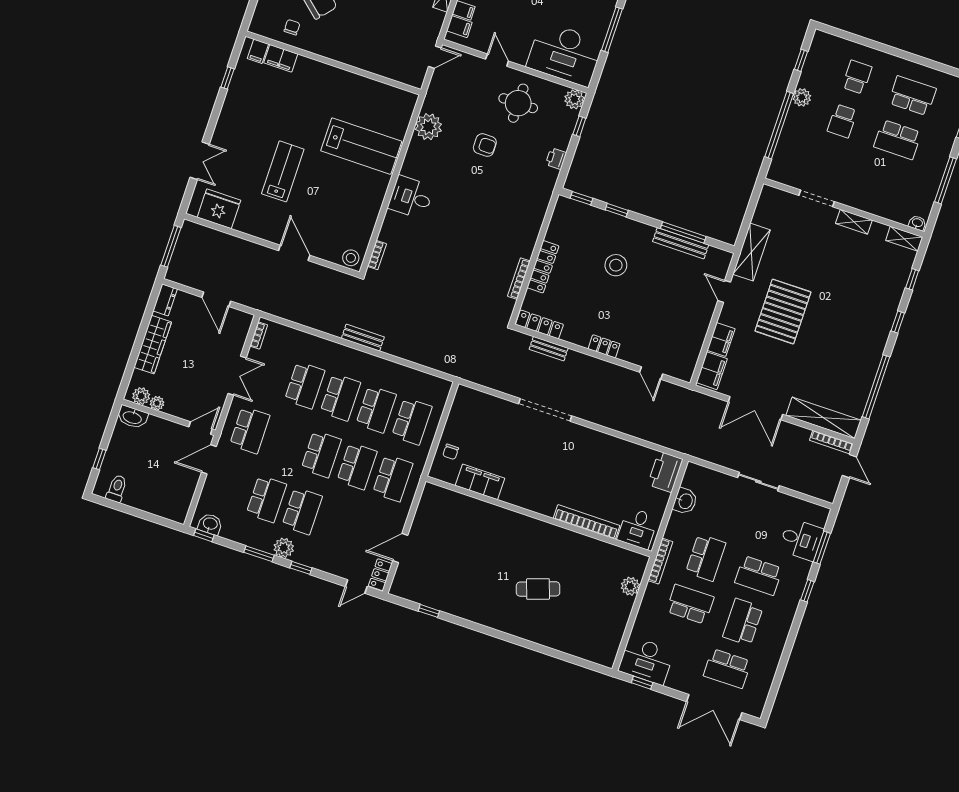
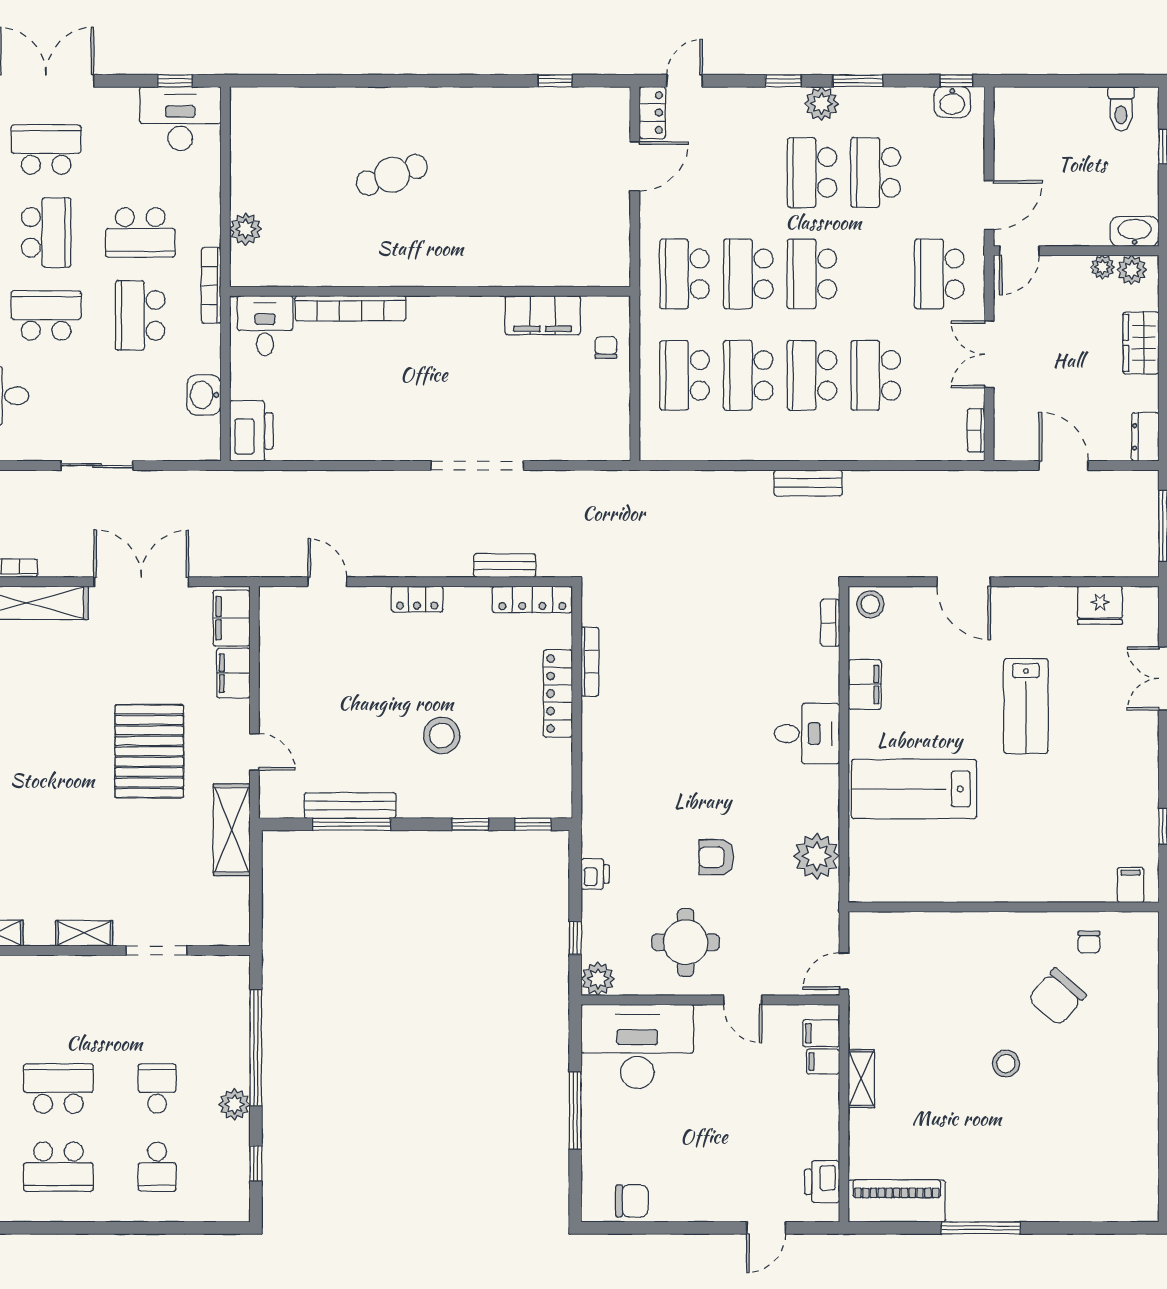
filing cabinet: (281, 58) -> (865, 684), moved, turned 90
fridge: (219, 209) -> (1100, 605), width x0.73, depth x0.75
wardrobe: (153, 345) -> (1141, 343), width x0.67

